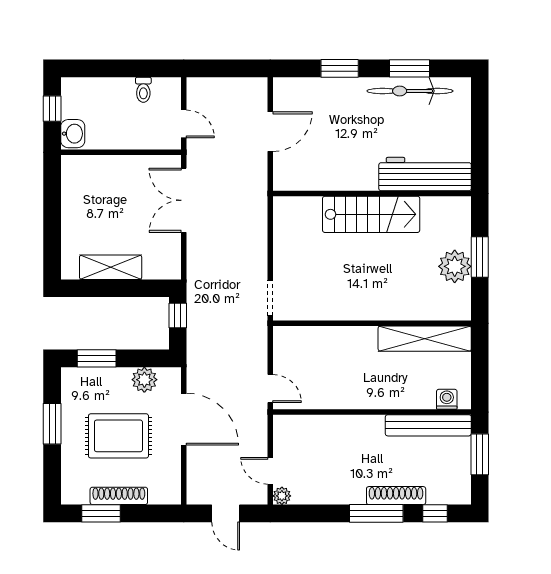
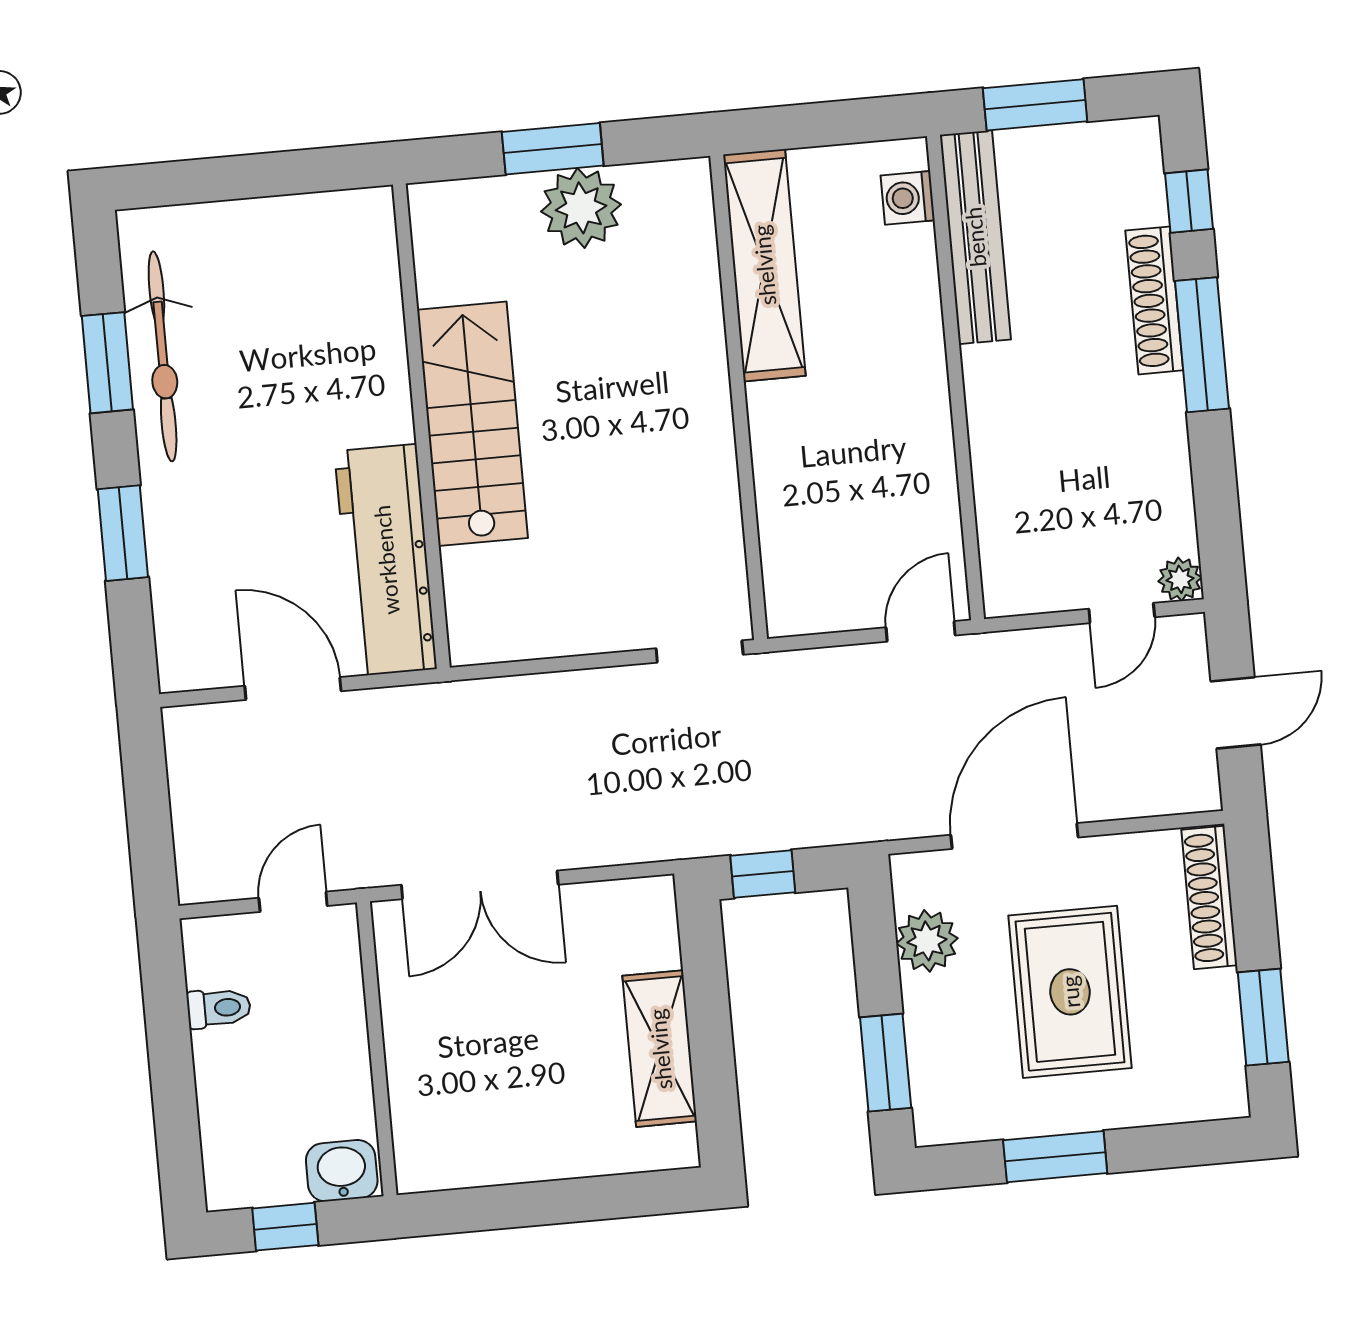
workbench: (425, 174) -> (386, 560), moved
shoe rack: (119, 496) -> (1209, 897), moved

